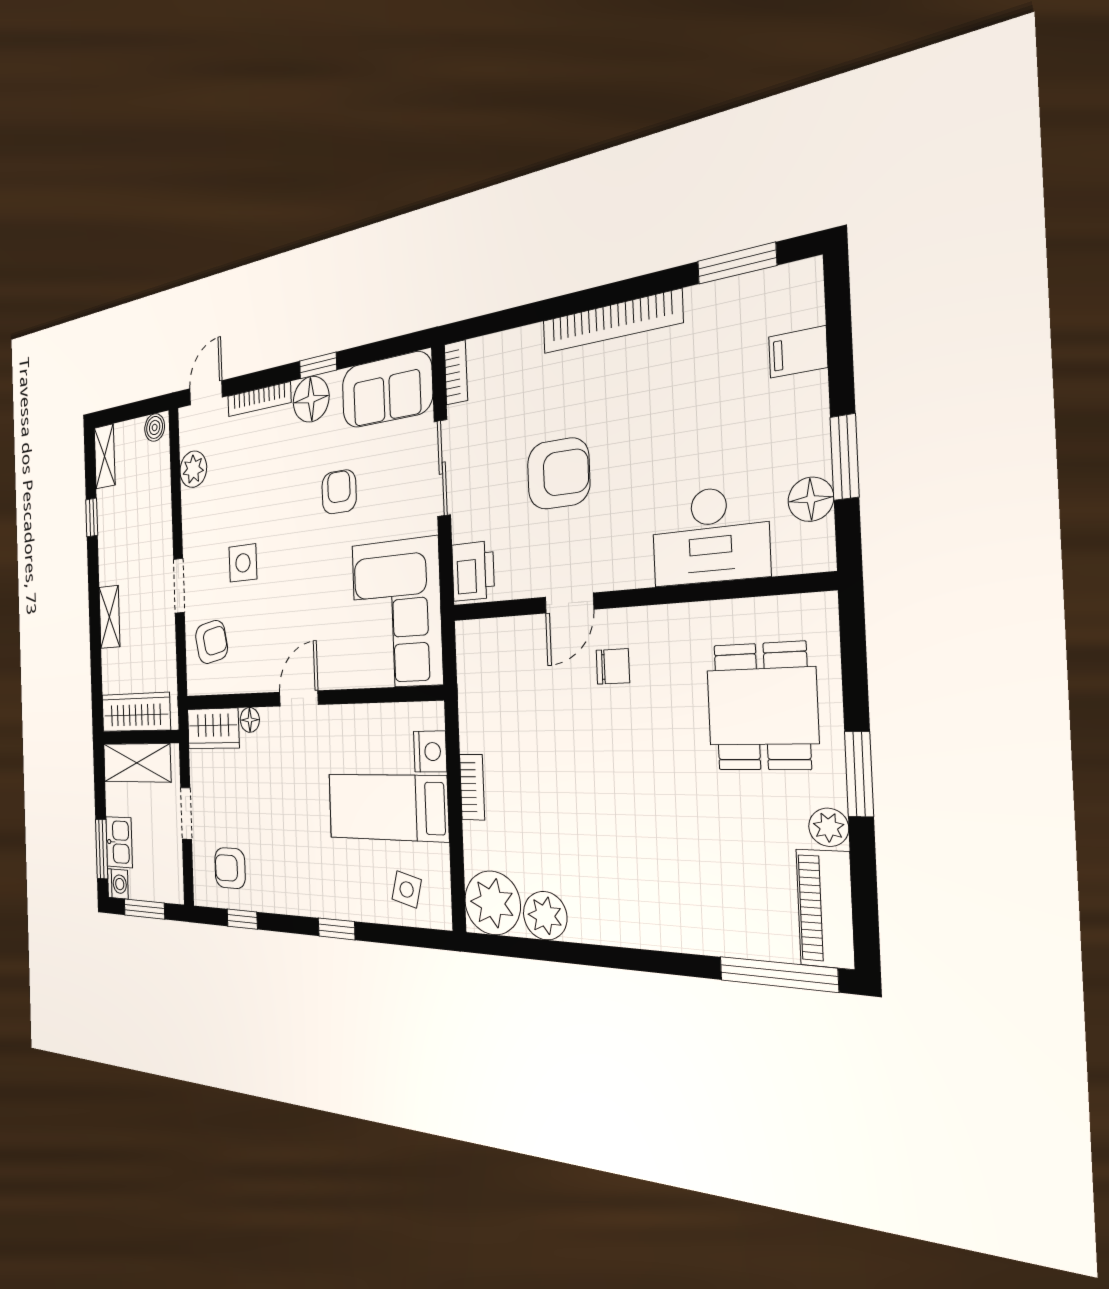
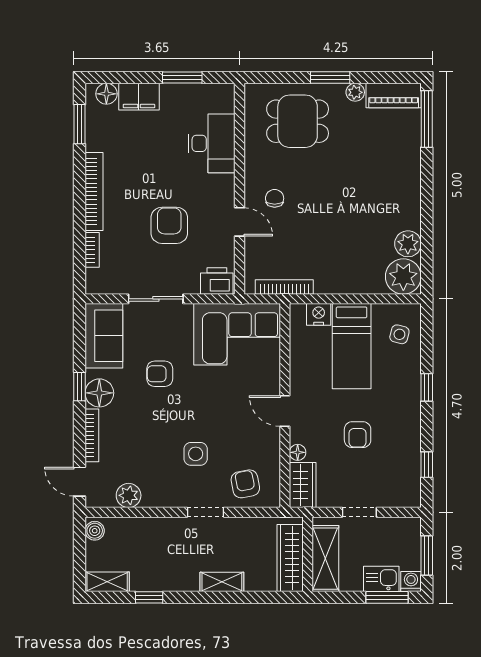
filing cabinet: (798, 352) -> (139, 97), width x2.00
bookcase: (456, 372) -> (92, 250), moved, turned 90
floor lamp: (811, 499) -> (106, 94), moved
bookcase: (472, 787) -> (284, 287), moved, width x1.56
armchair: (230, 868) -> (358, 435), moved

